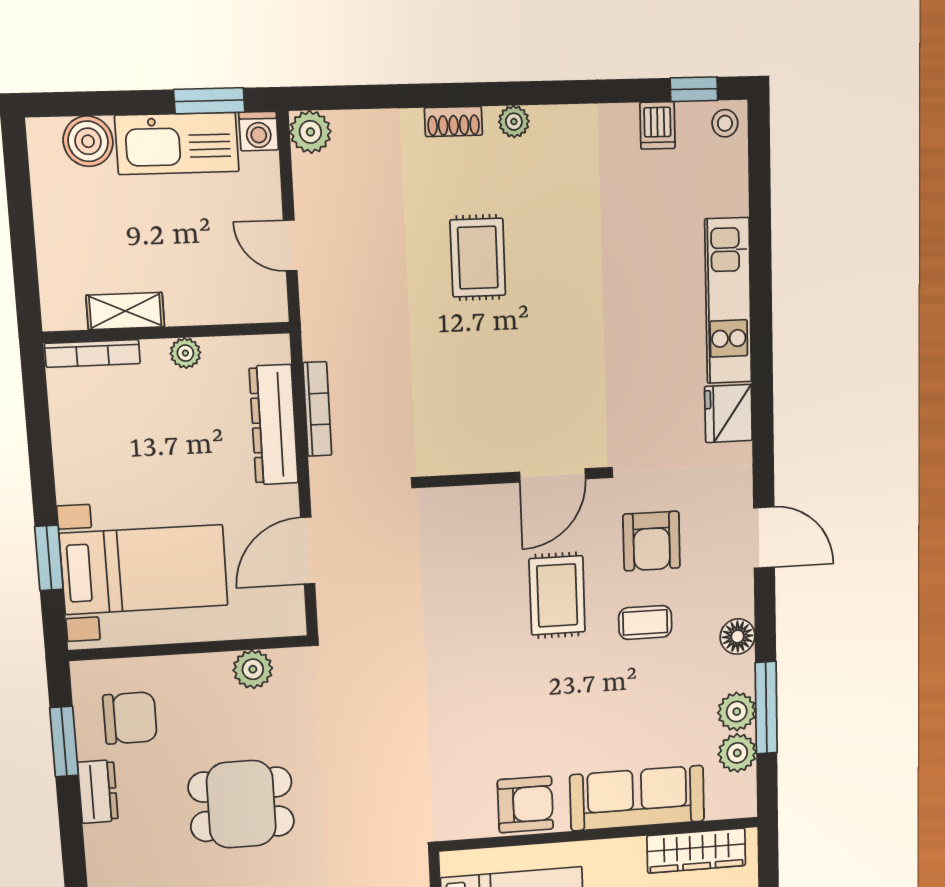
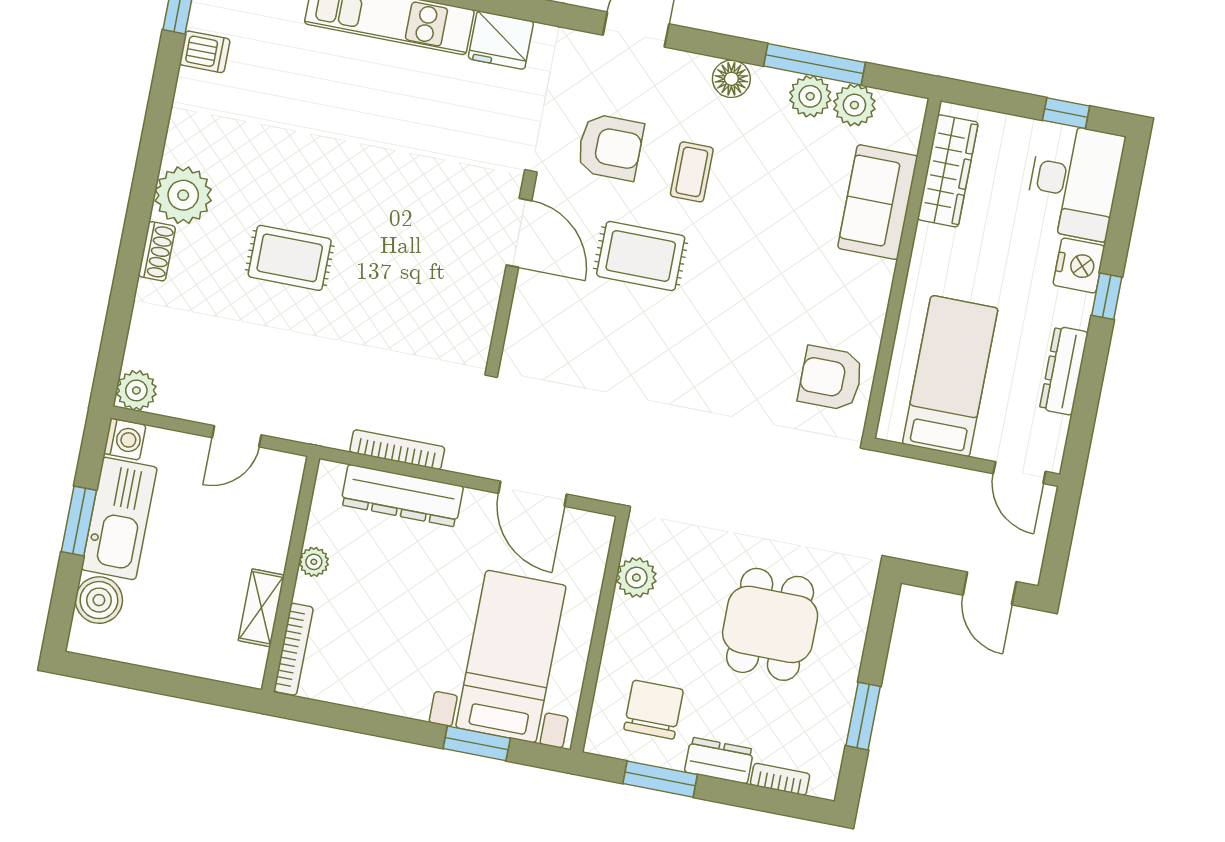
window: (209, 101) -> (79, 521), moved
plant: (514, 122) -> (183, 195), width x1.87, depth x1.87
sofa: (637, 798) -> (878, 202), width x0.73
armchair: (525, 804) -> (831, 378), moved, turned -90
bookcase: (96, 852) -> (780, 779), added

